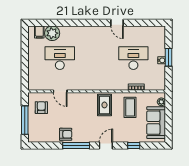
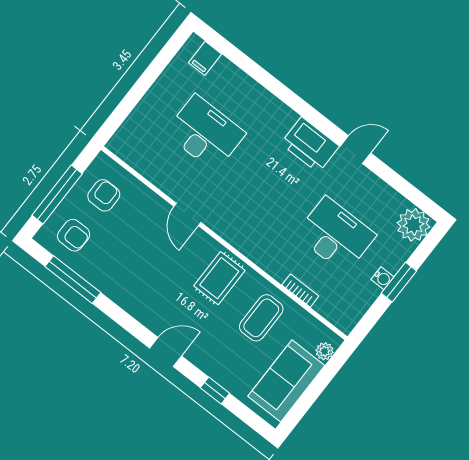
door: (117, 23) -> (356, 150), swing flipped
plant: (52, 33) -> (413, 225), moved
printer: (100, 33) -> (310, 145), added
door: (60, 91) -> (187, 214), moved
armchair: (66, 134) -> (74, 235), moved
window: (76, 146) -> (73, 280), moved

